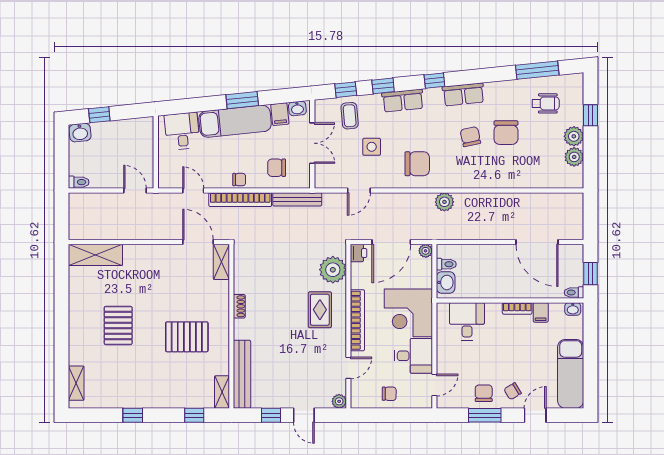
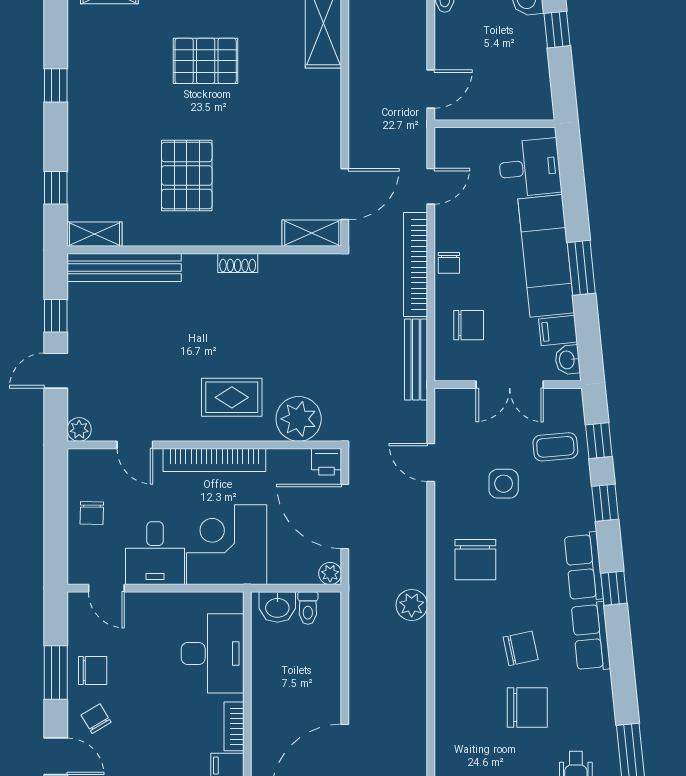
row of seats: (403, 101) -> (584, 567), moved
chair: (506, 133) -> (527, 708), turned 180
chair: (277, 168) -> (469, 325), turned 90
desk: (467, 321) -> (213, 653), width x1.37

